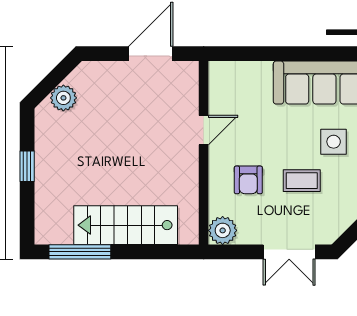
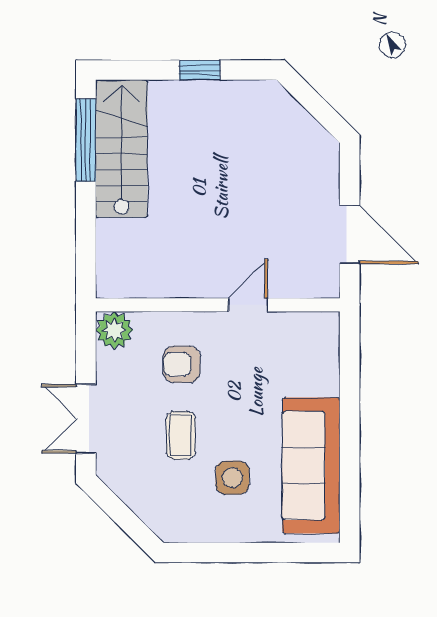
plant: (63, 98) -> (291, 118), removed
door: (204, 130) -> (248, 305), swing flipped
stairs: (126, 225) -> (122, 149), moved

